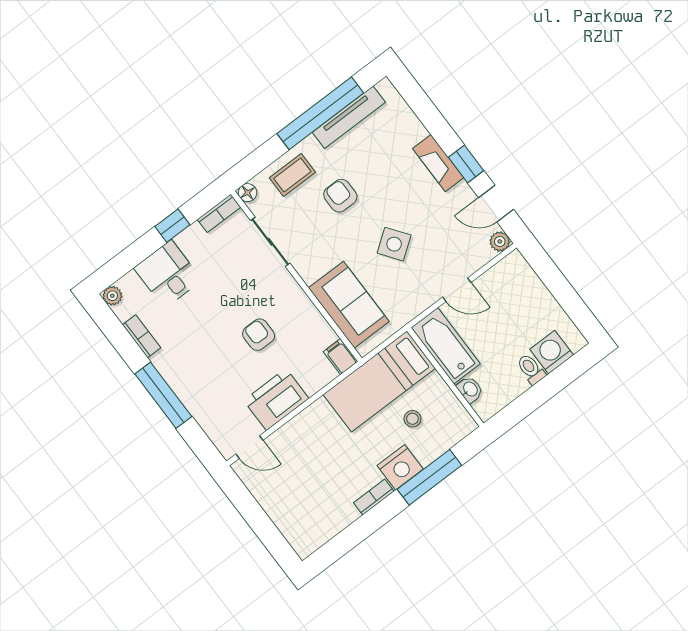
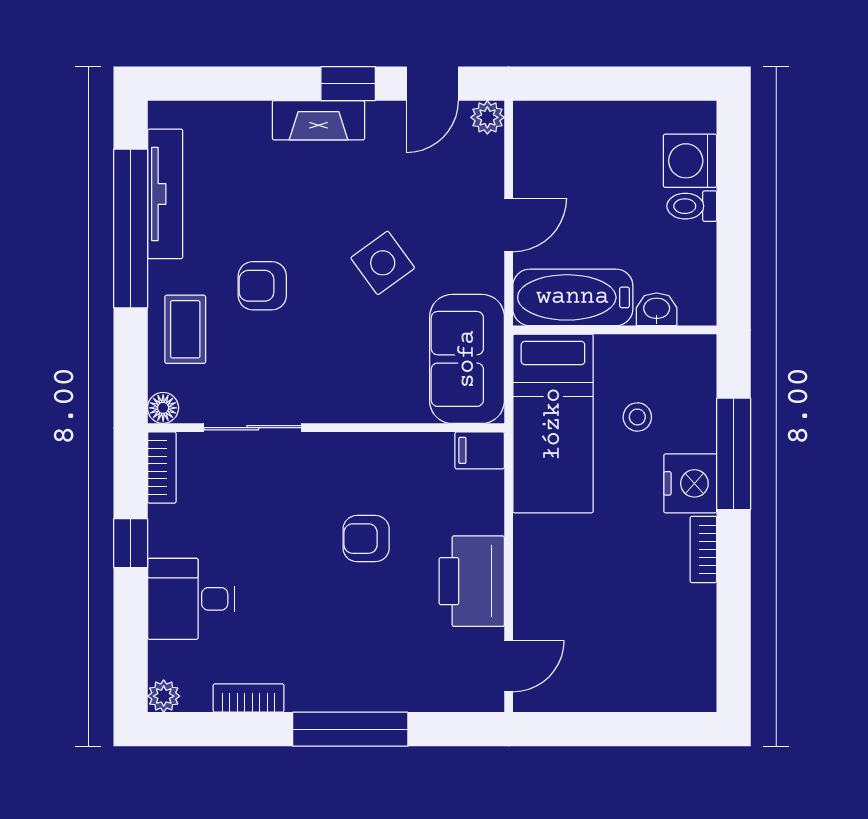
sofa: (349, 305) -> (467, 359), moved, turned -90

